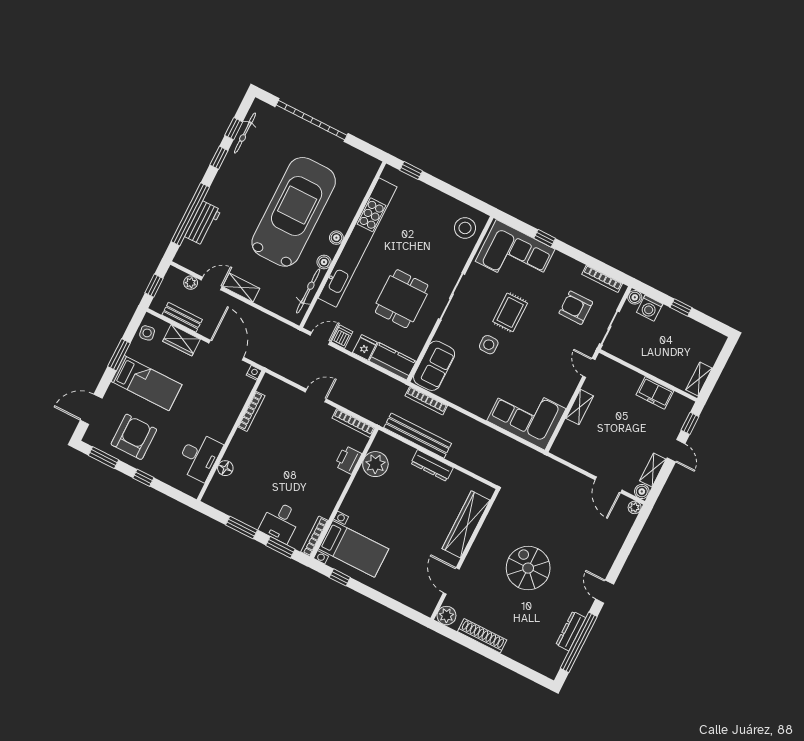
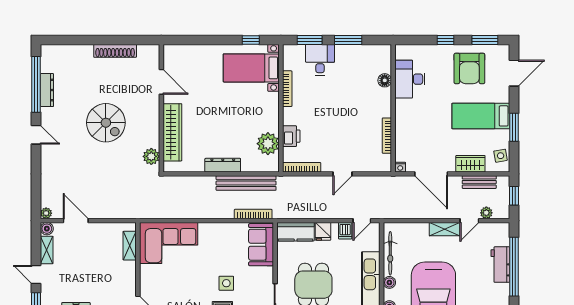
shelving: (580, 407) -> (130, 246), moved
bookcase: (314, 536) -> (287, 89), moved
plant: (446, 616) -> (151, 156), moved

